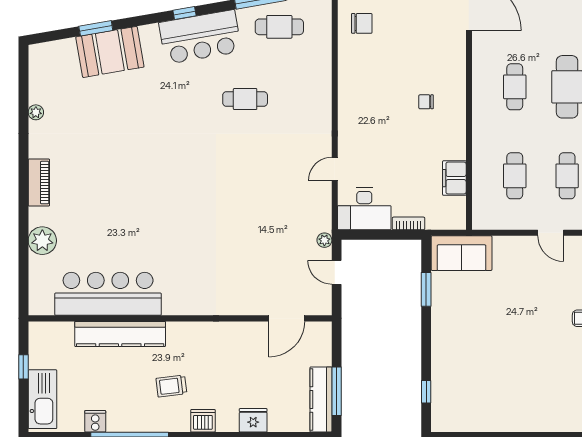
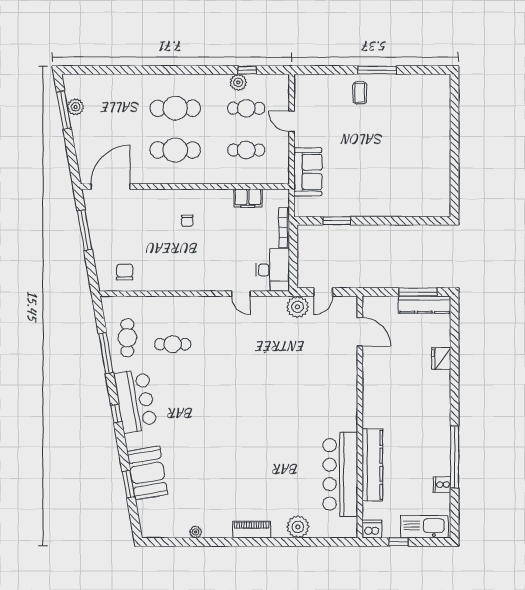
cafe table: (515, 87) -> (175, 150), width x1.37, depth x1.35
cafe table: (245, 99) -> (173, 344), moved, turned 90
bookcase: (409, 223) -> (284, 228), width x1.56
door: (551, 233) -> (292, 121), swing flipped
plant: (324, 240) -> (298, 307), width x1.87, depth x1.87
sofa: (462, 253) -> (308, 172), moved
trolley: (171, 386) -> (414, 424), removed
window: (426, 392) -> (418, 221), removed
dishwasher: (203, 421) -> (372, 529), moved, turned 90

